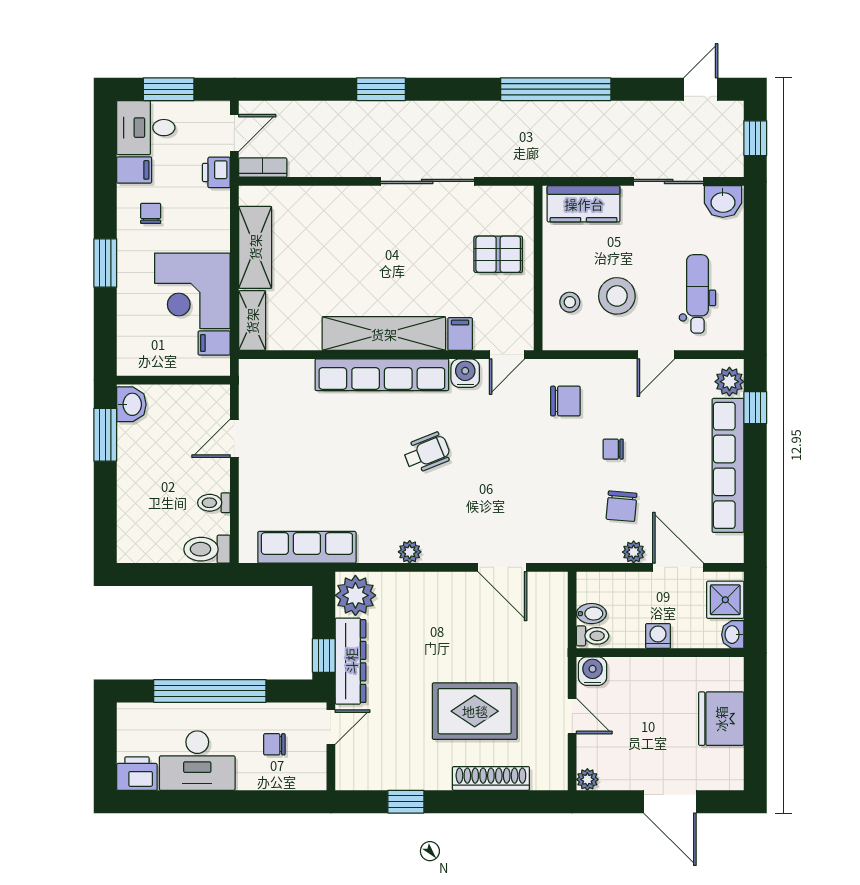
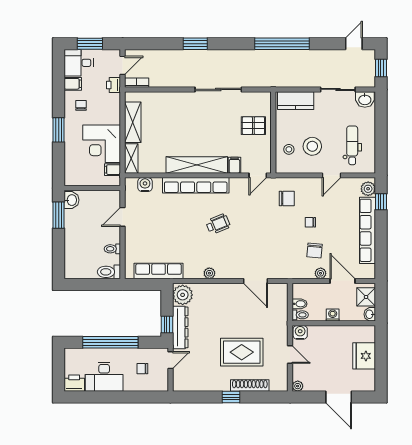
water cooler: (465, 373) -> (145, 185), moved
window: (406, 802) -> (231, 397), moved

